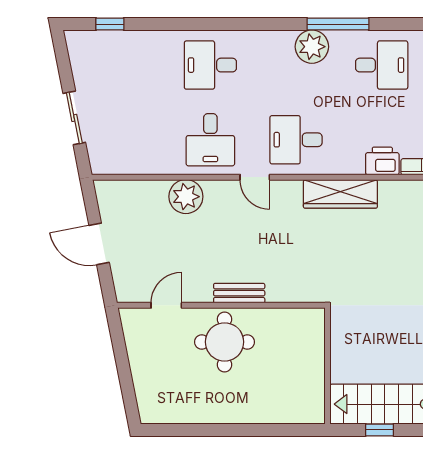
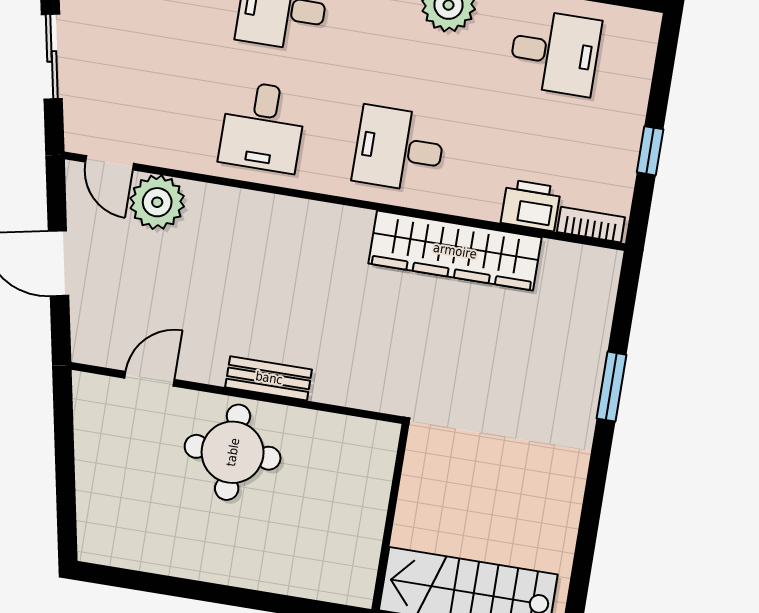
door: (255, 177) -> (109, 163), moved
wardrobe: (340, 194) -> (455, 251), width x1.40, depth x1.17
plant: (186, 197) -> (157, 202), moved

